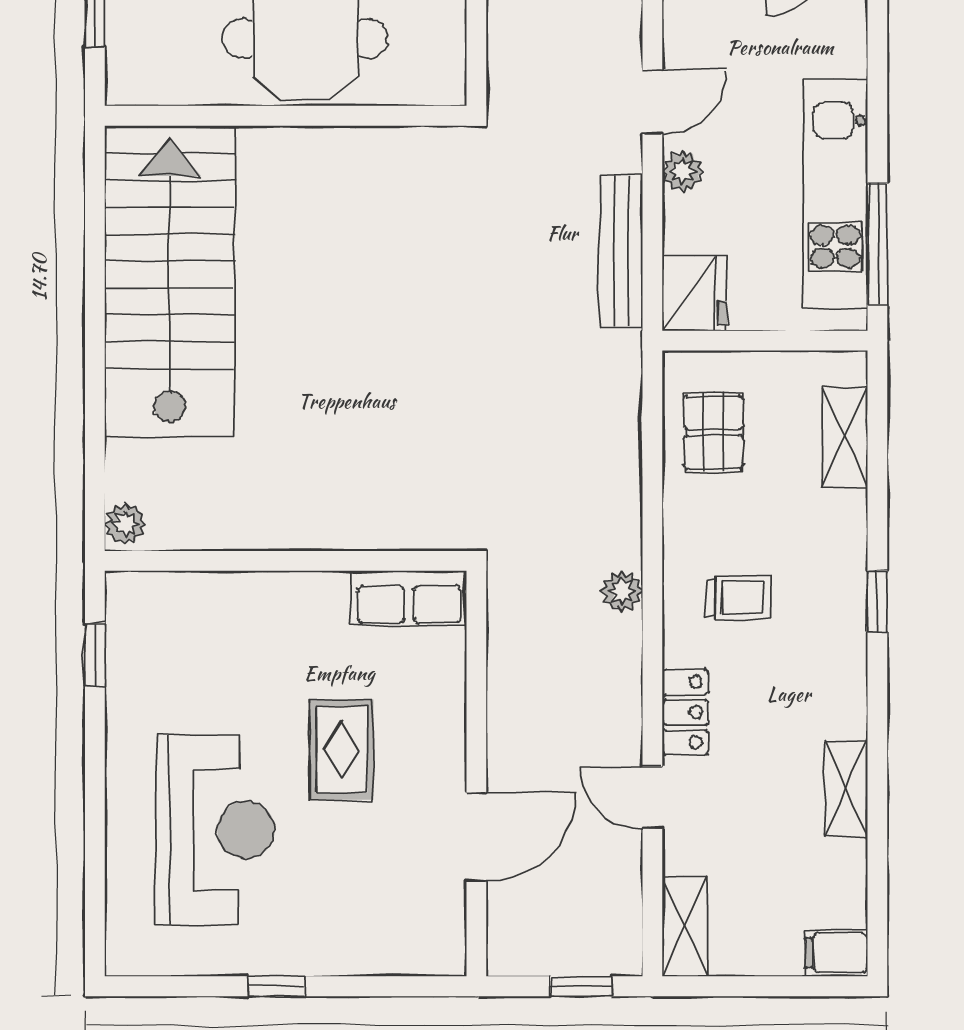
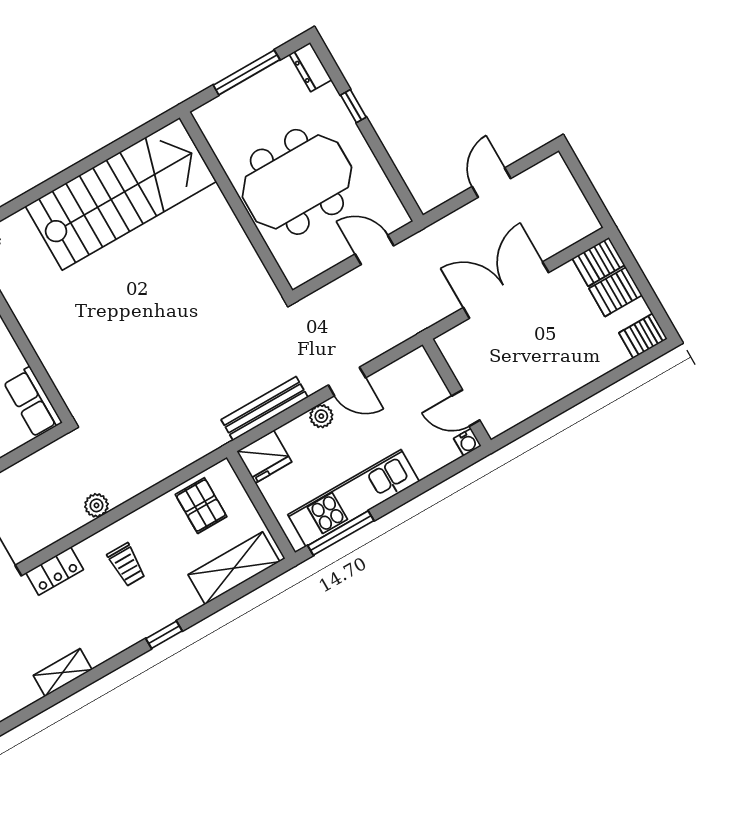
pallet: (713, 432) -> (201, 506), turned 90
shelving: (845, 437) -> (234, 568), width x1.50, depth x1.33

